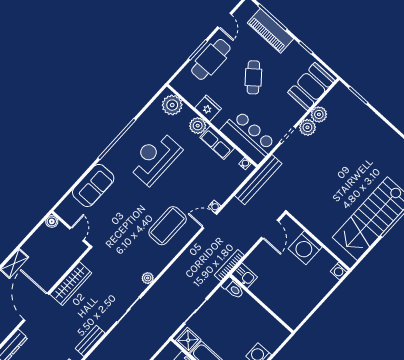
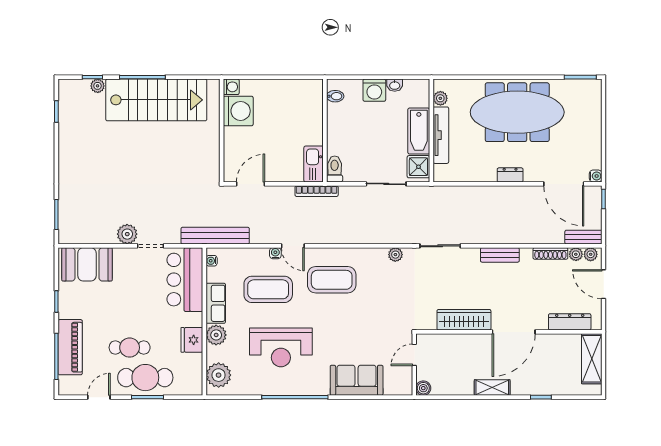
cafe table: (253, 77) -> (130, 348), moved, turned 40
plant: (319, 114) -> (106, 234), removed
coffee table: (197, 182) -> (268, 289), added
washing machine: (305, 248) -> (238, 111), moved
kitchen sink: (244, 276) -> (314, 164), width x1.38
bidet: (276, 329) -> (335, 96), added

